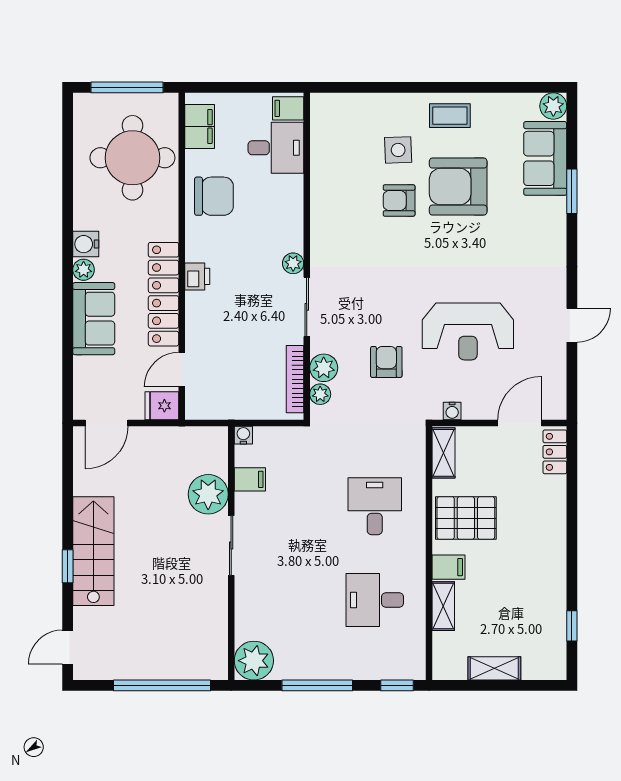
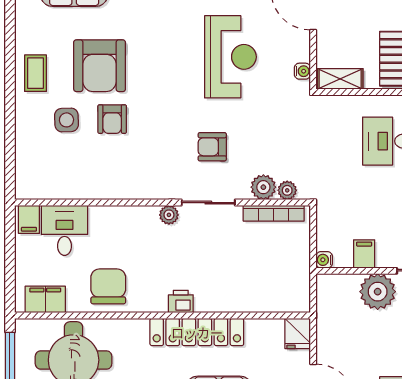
armchair: (386, 362) -> (212, 147), moved
door: (182, 370) -> (265, 316), removed

